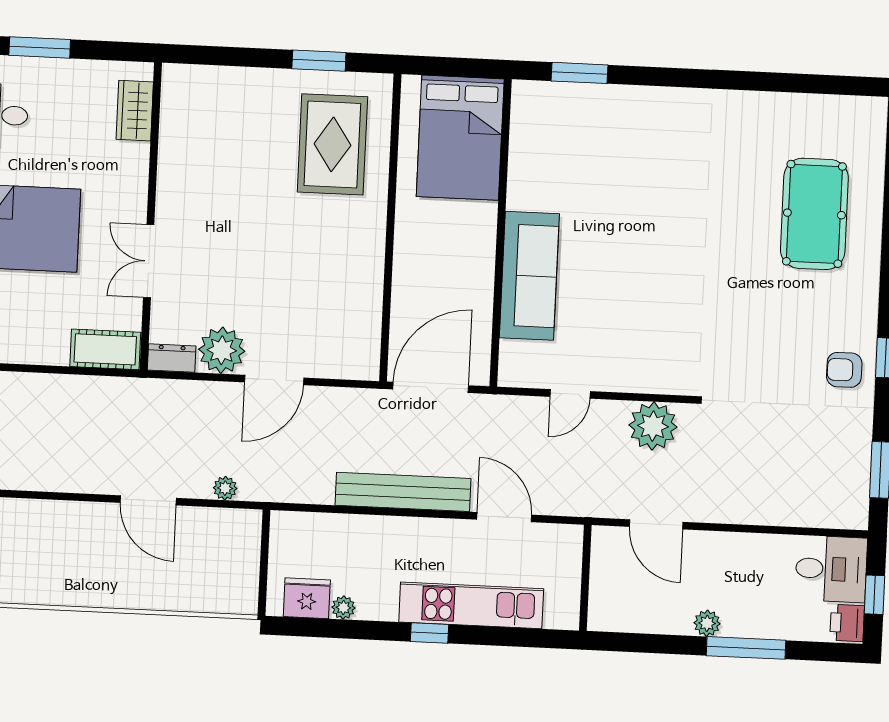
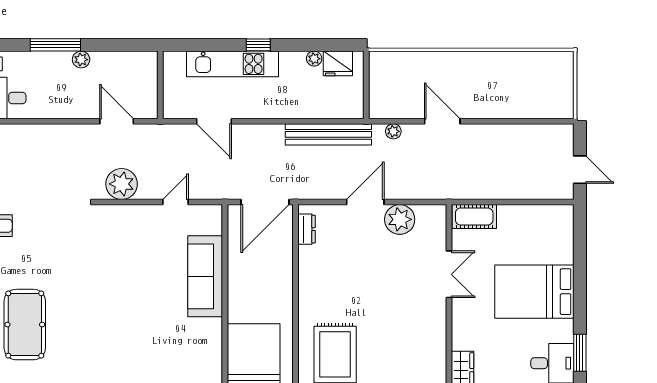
dresser: (172, 358) -> (307, 229), moved, turned -90
bench: (403, 492) -> (328, 134), moved

